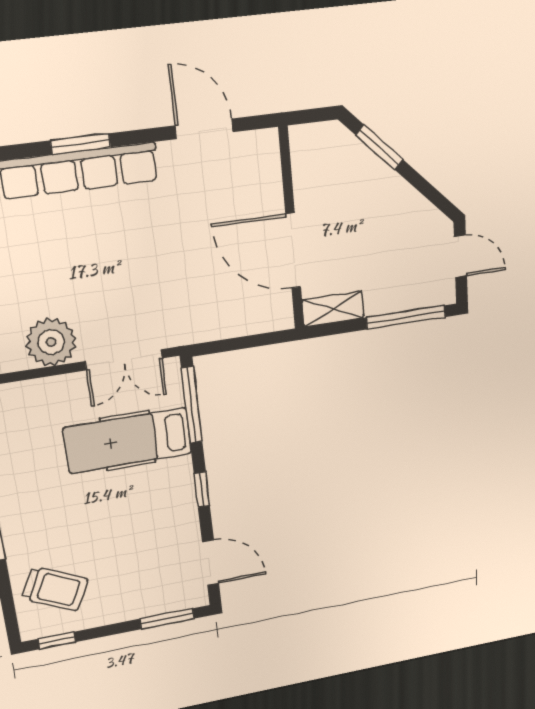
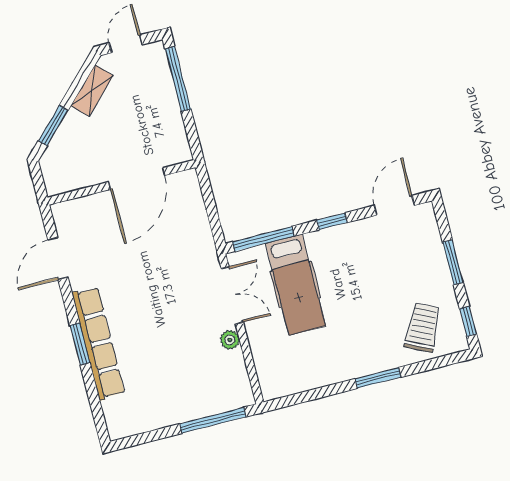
shelving: (333, 309) -> (92, 91), moved, turned 45
plant: (51, 342) -> (230, 340), width x0.53, depth x0.53
window: (167, 619) -> (453, 262), moved

